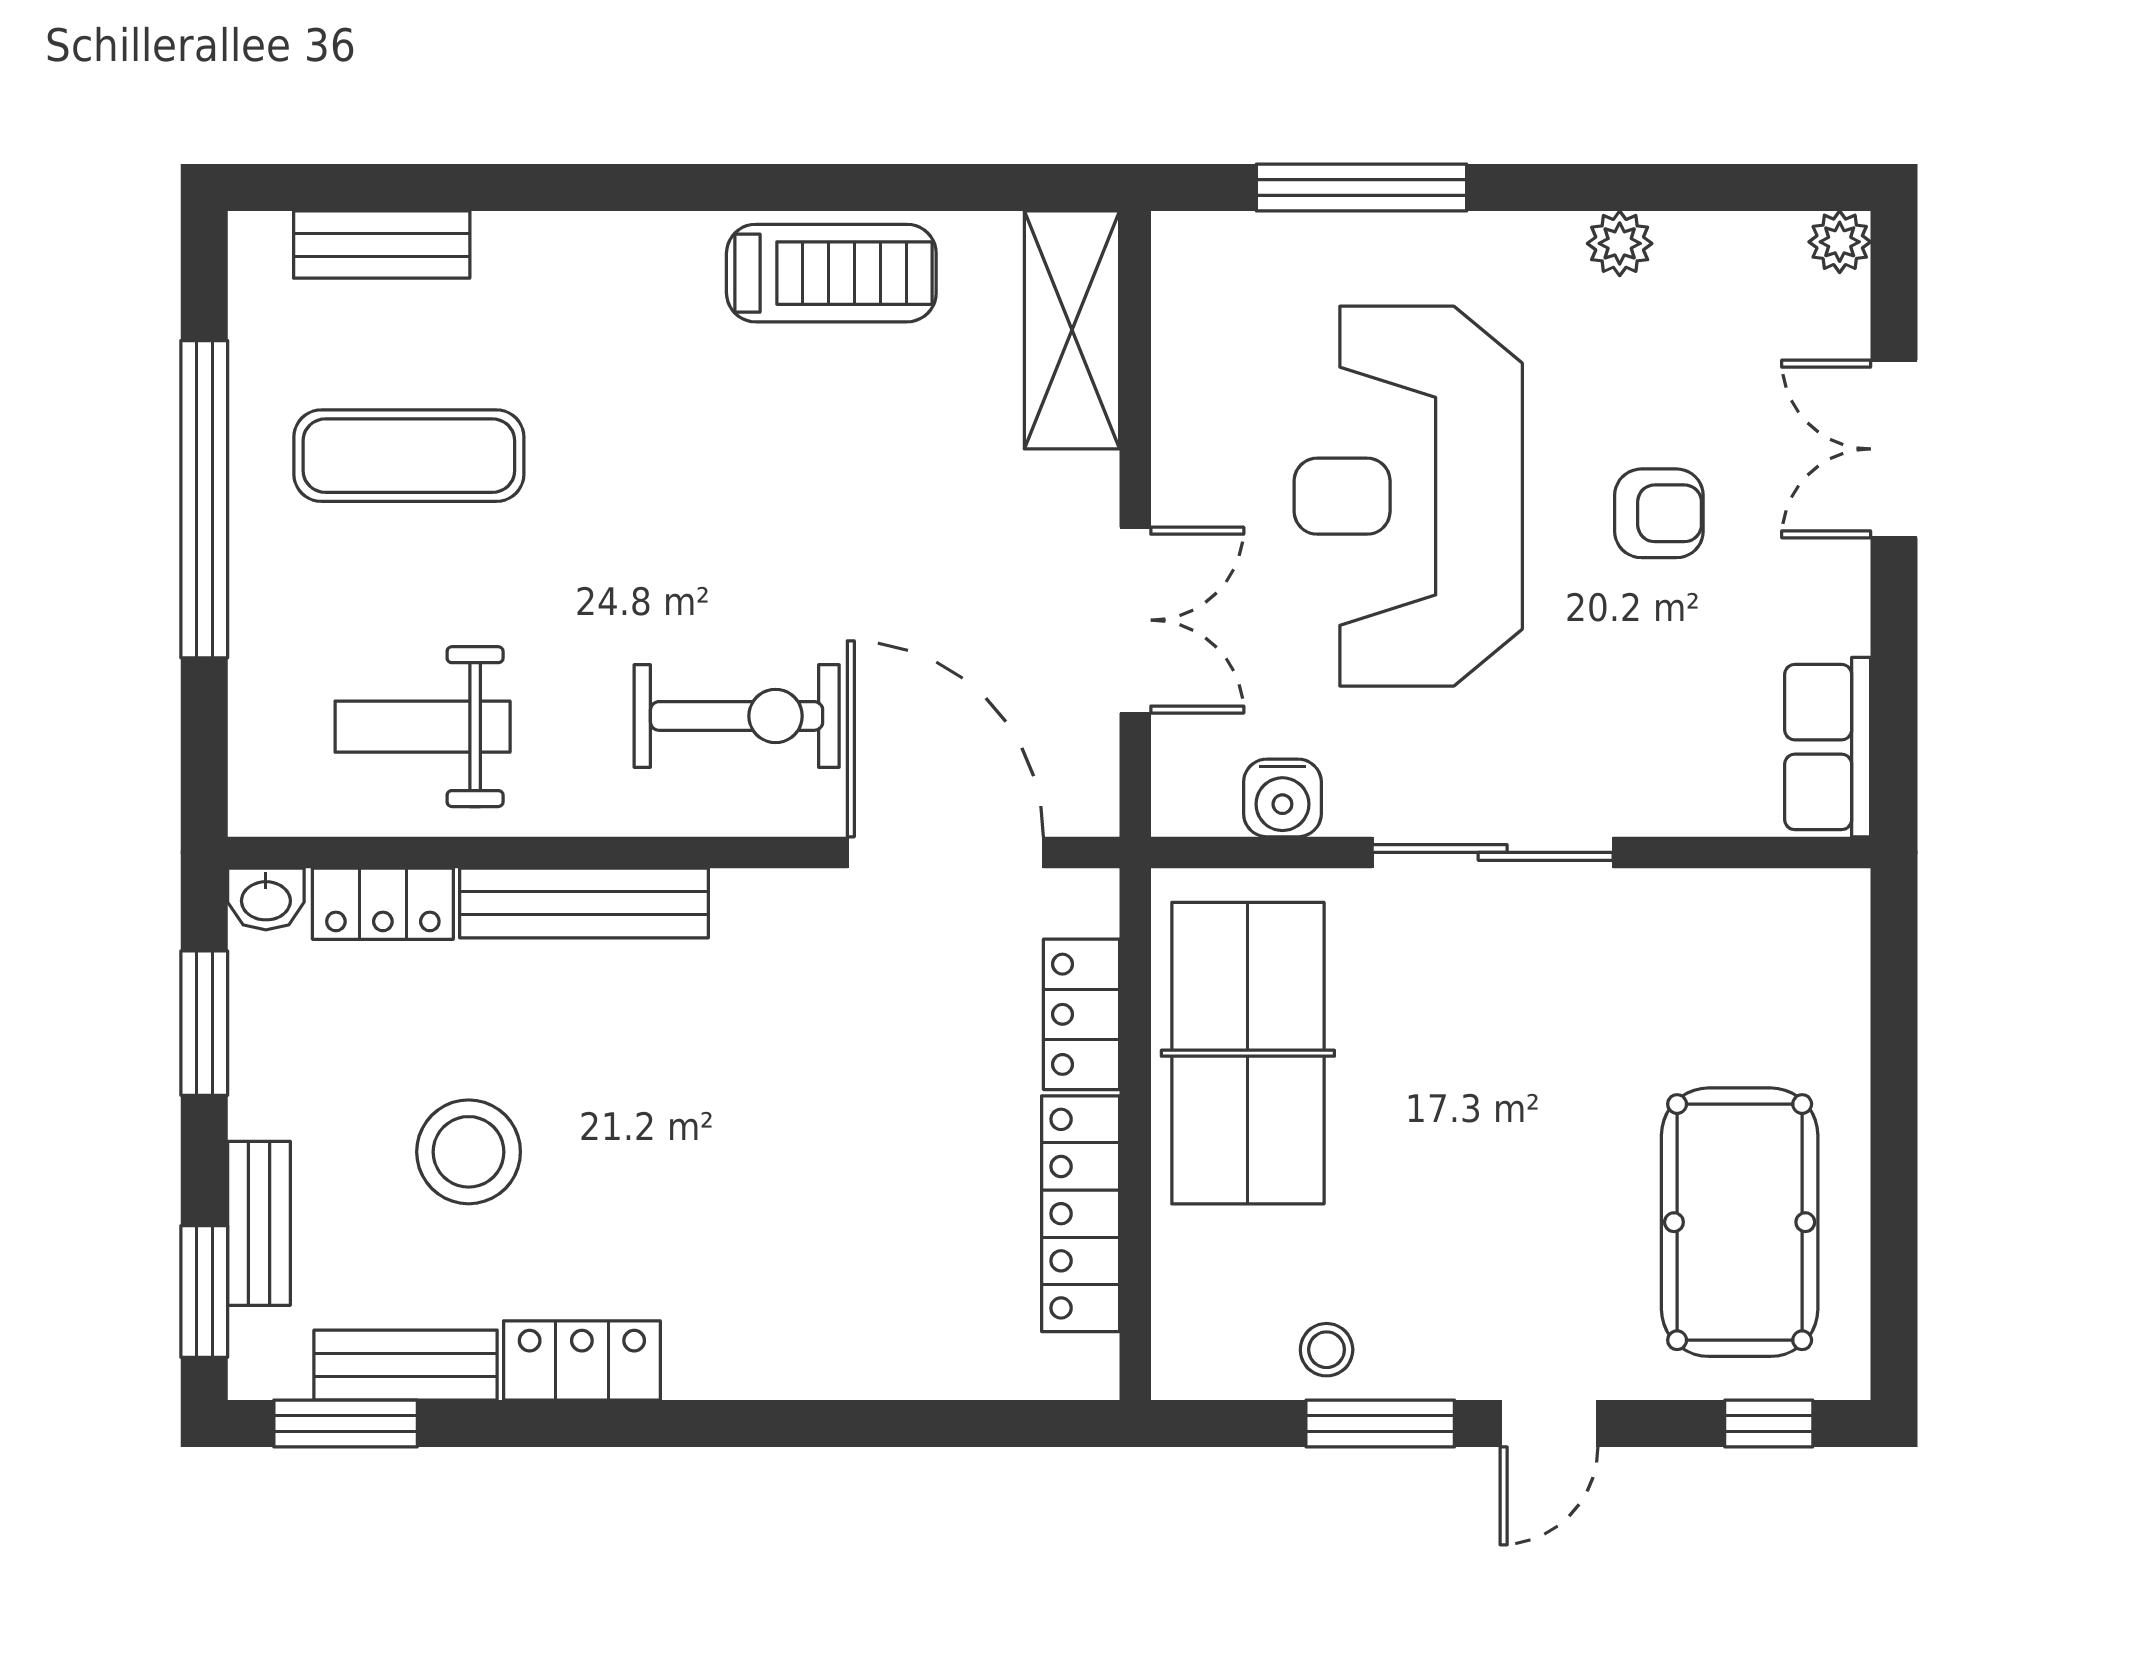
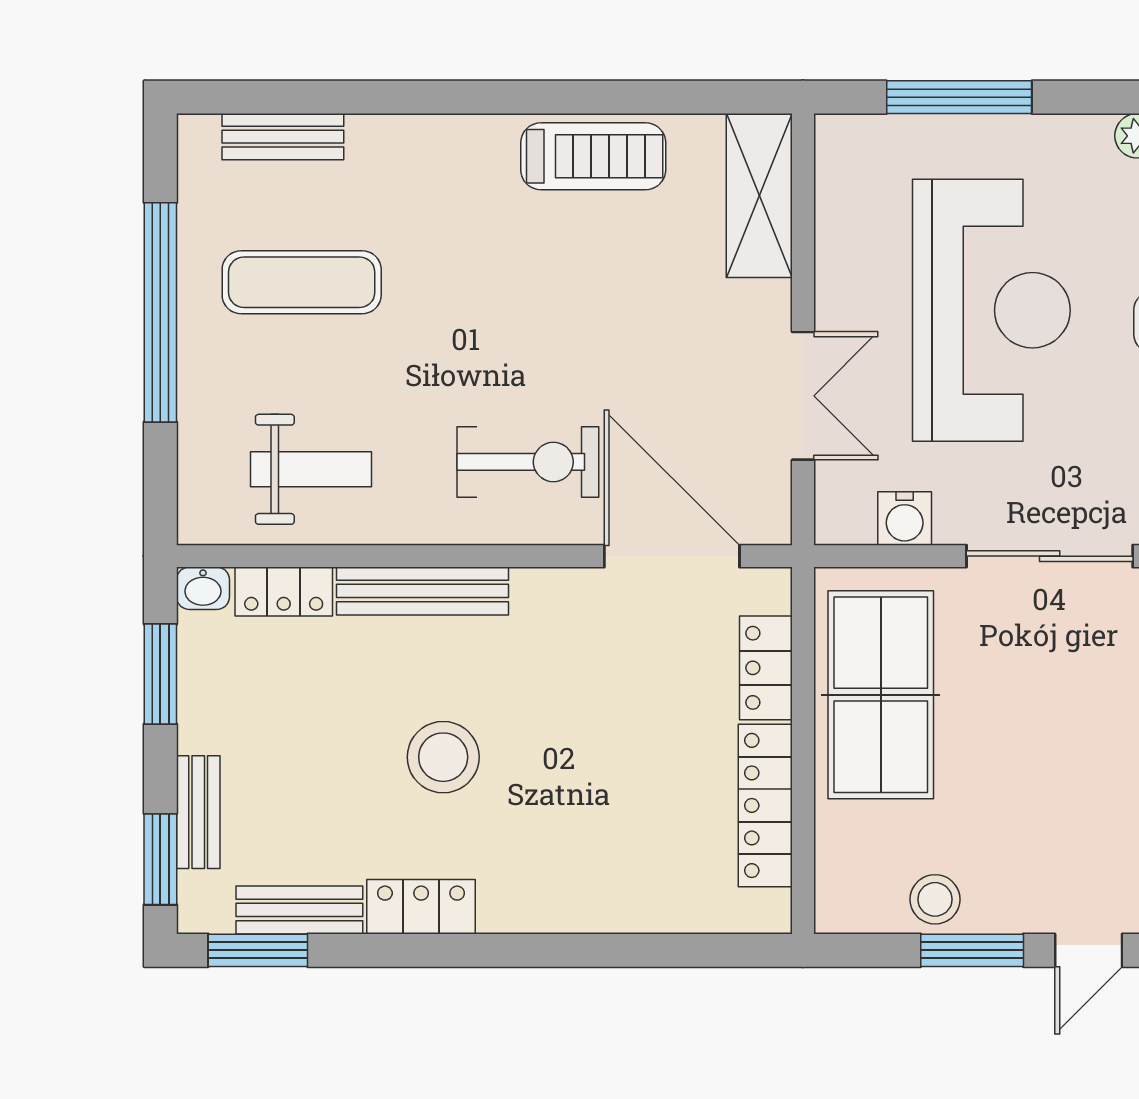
reception desk: (1408, 496) -> (991, 310), turned 180
weight bench: (423, 727) -> (311, 469), turned 180
stool: (469, 1152) -> (443, 757), moved
stool: (1327, 1350) -> (935, 899), width x1.37, depth x1.37

